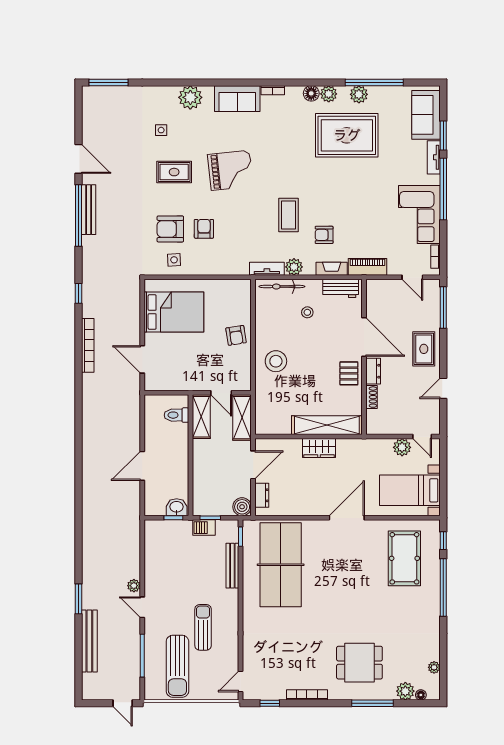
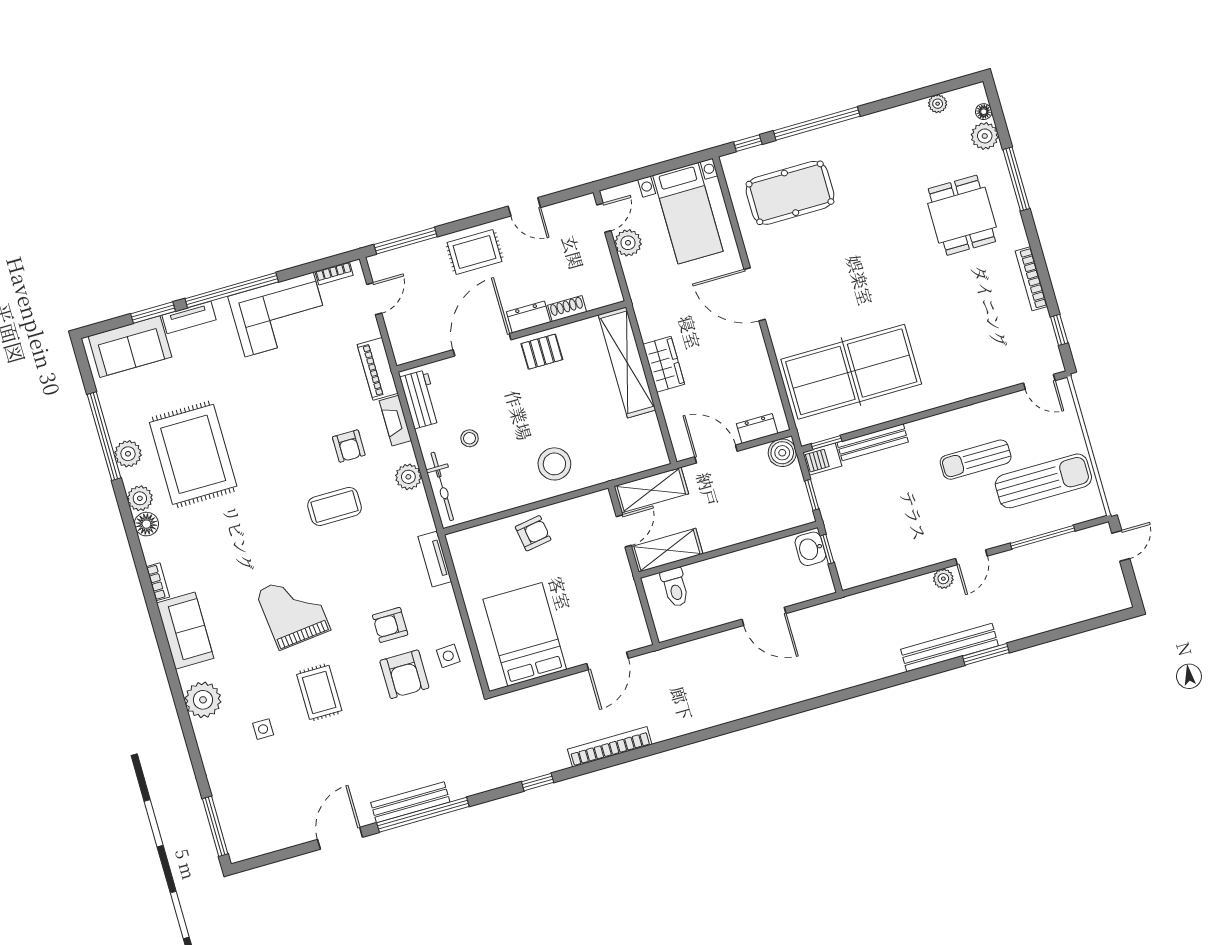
tv unit: (267, 269) -> (435, 559), moved
barbecue: (204, 528) -> (822, 459), moved, turned 90
bench: (89, 641) -> (949, 647), moved

